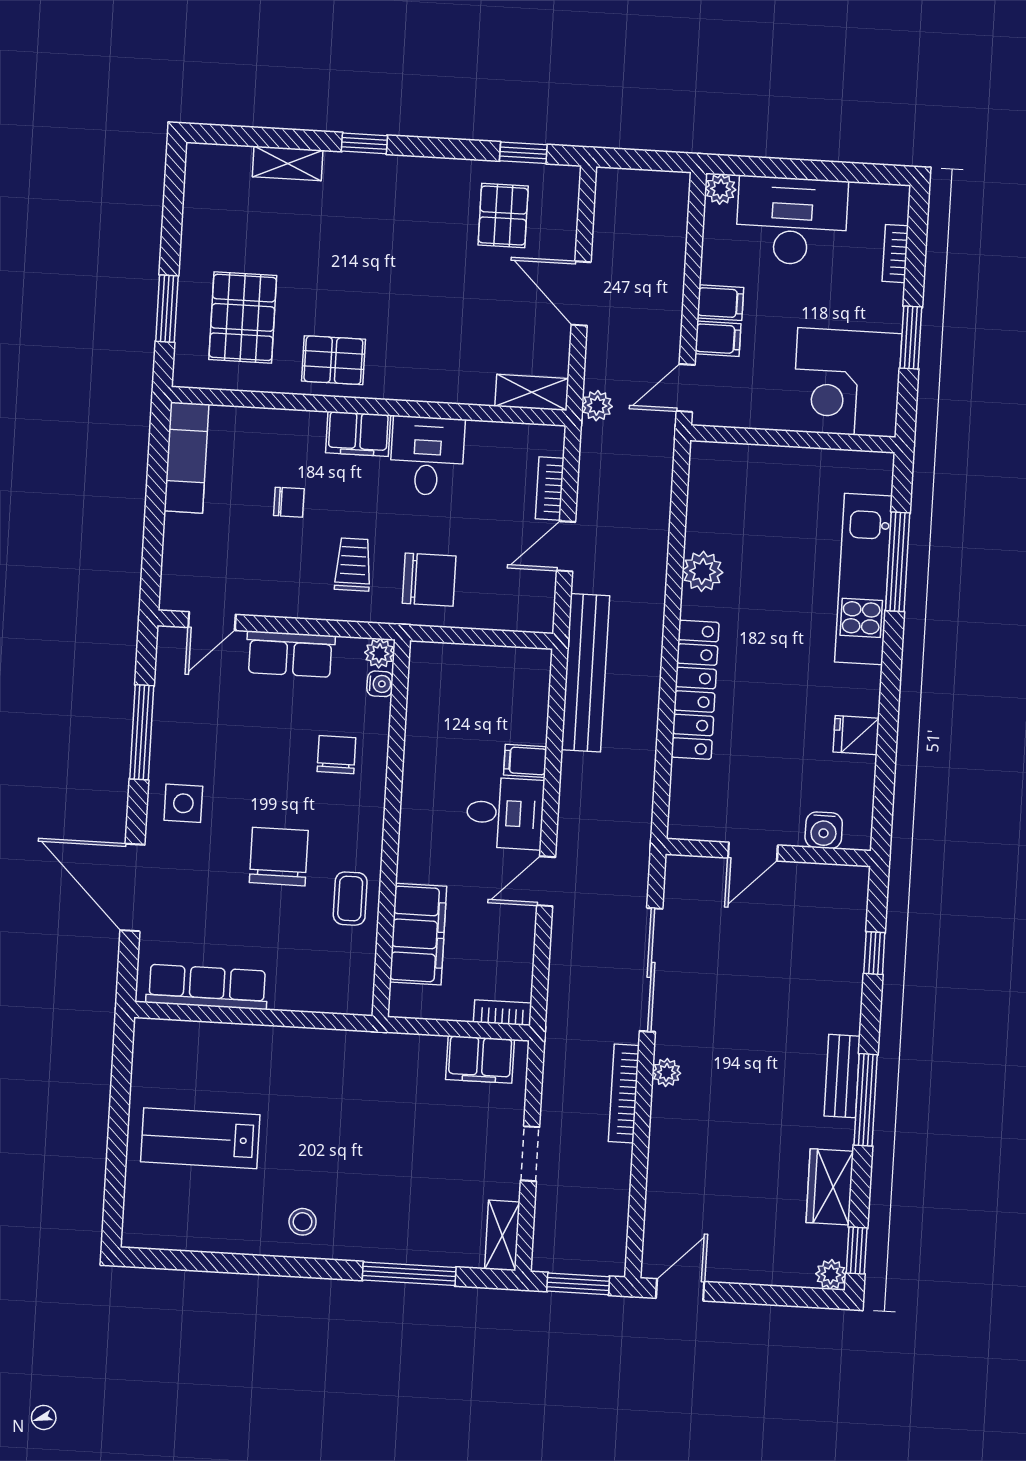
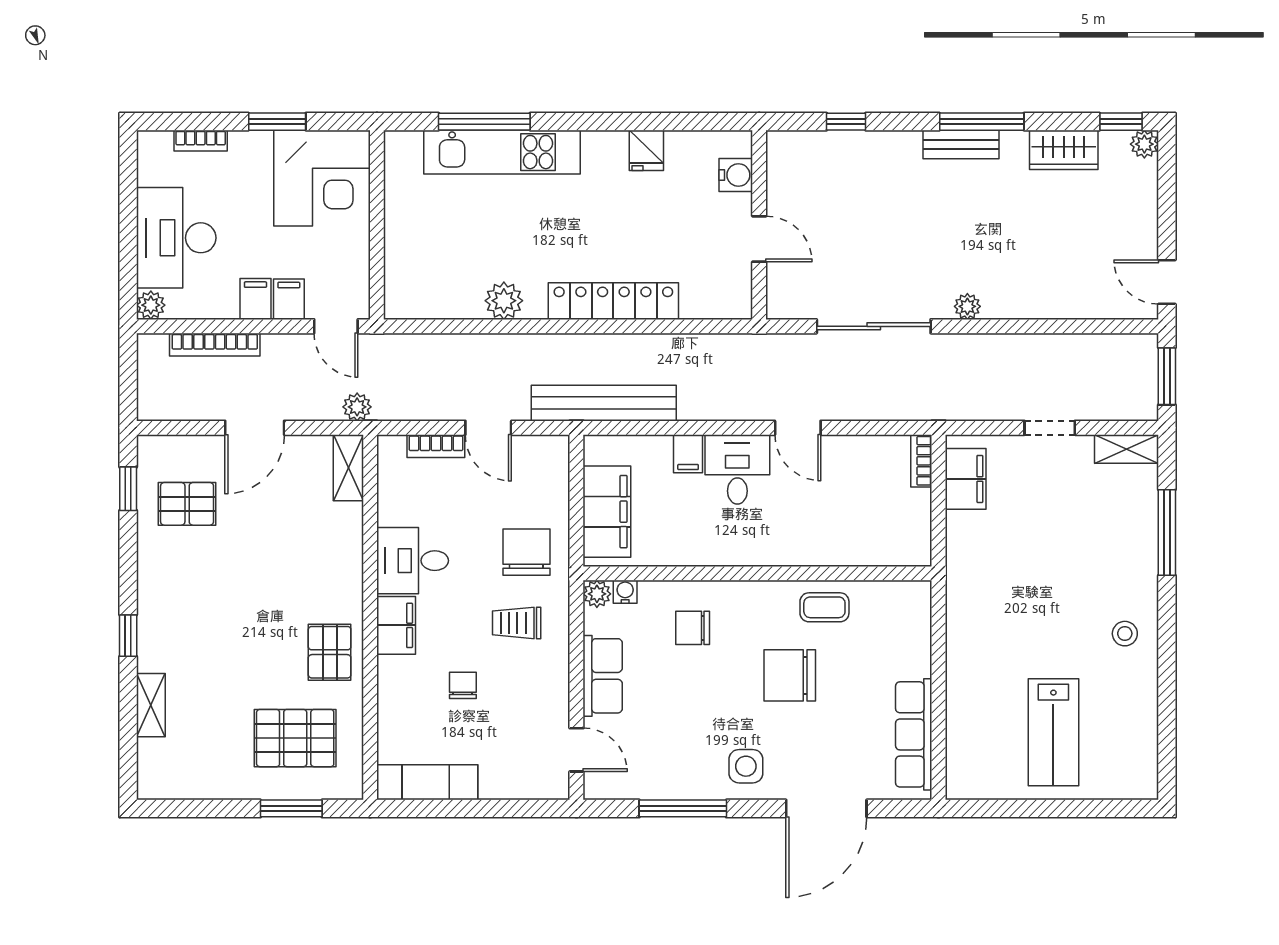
filing cabinet: (418, 934) -> (607, 512), moved, turned 90
bookcase: (624, 1093) -> (215, 345), moved

